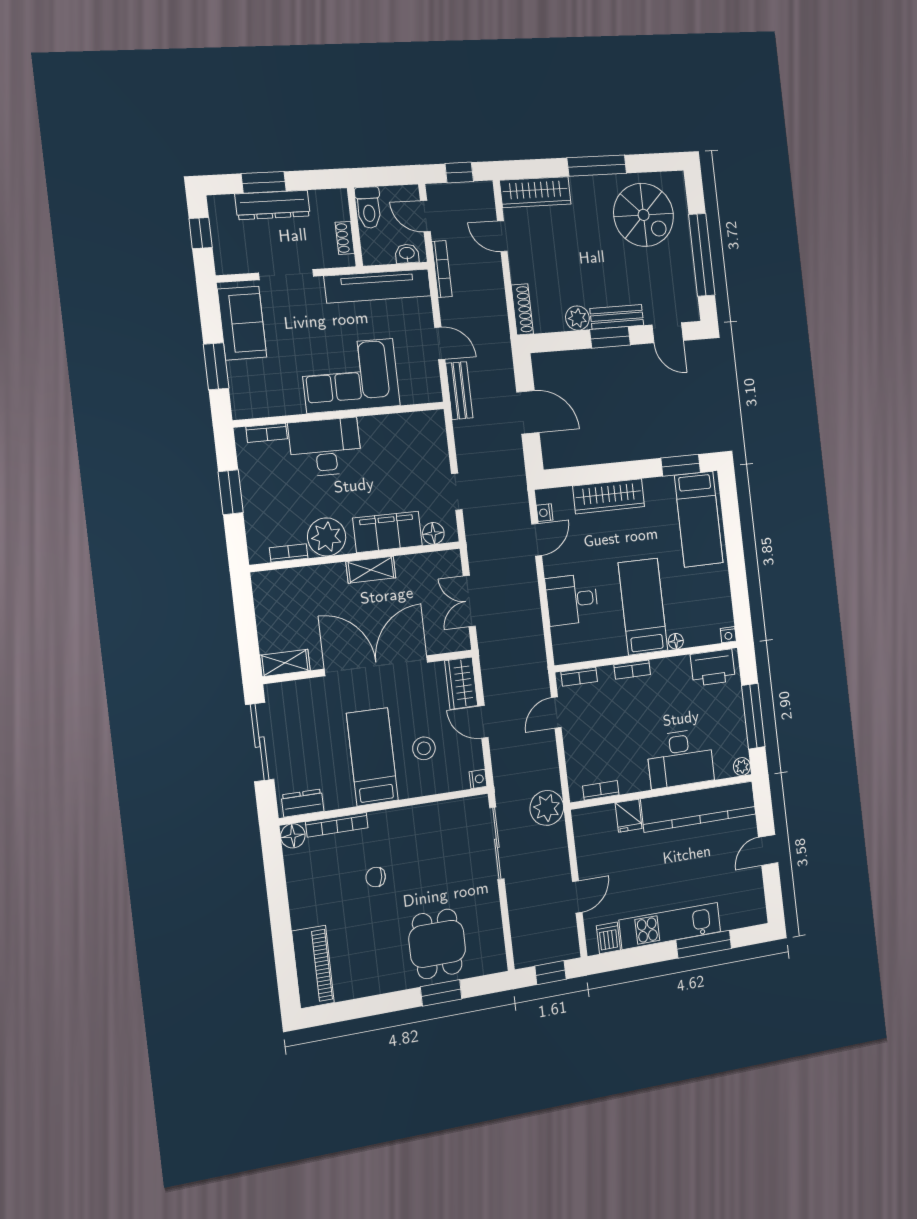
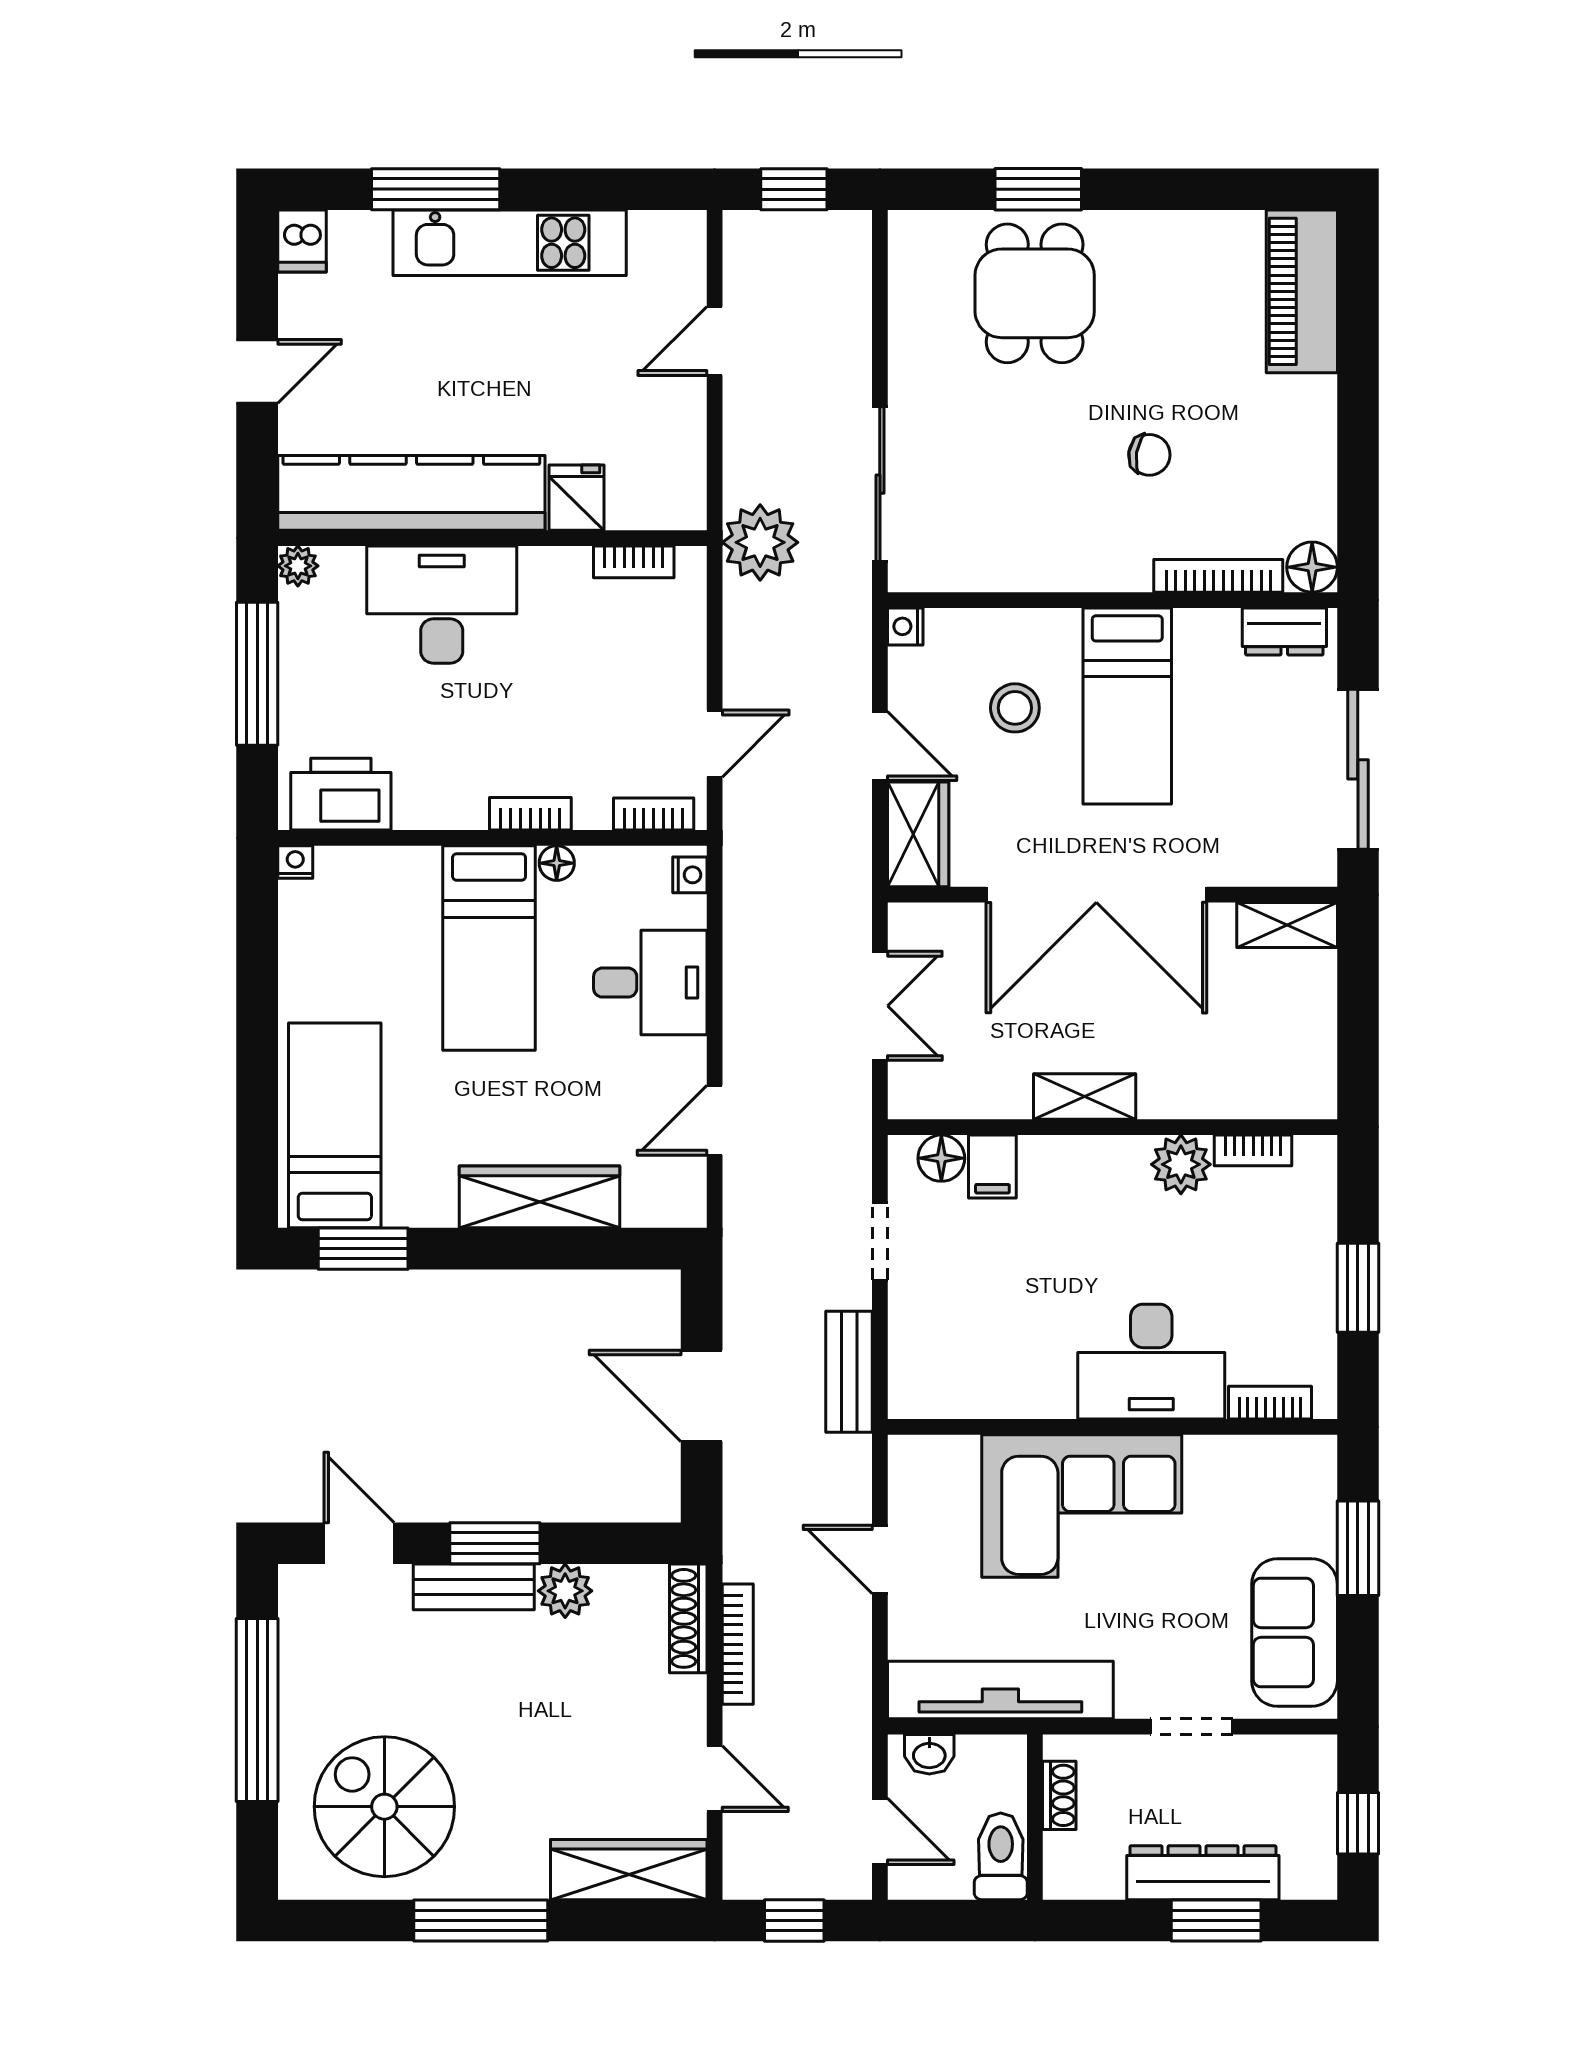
bookcase: (442, 269) -> (738, 1644), moved, turned 180
doorway: (286, 275) -> (1191, 1727), width x0.73
bench: (459, 391) -> (849, 1372), moved
nightstand: (545, 513) -> (690, 875), moved
filing cabinet: (388, 532) -> (992, 1167), width x0.33, depth x0.86
plant: (327, 537) -> (1181, 1164), width x0.73, depth x0.73
floor lamp: (676, 641) -> (557, 863), moved
dishwasher: (608, 938) -> (302, 241), moved

